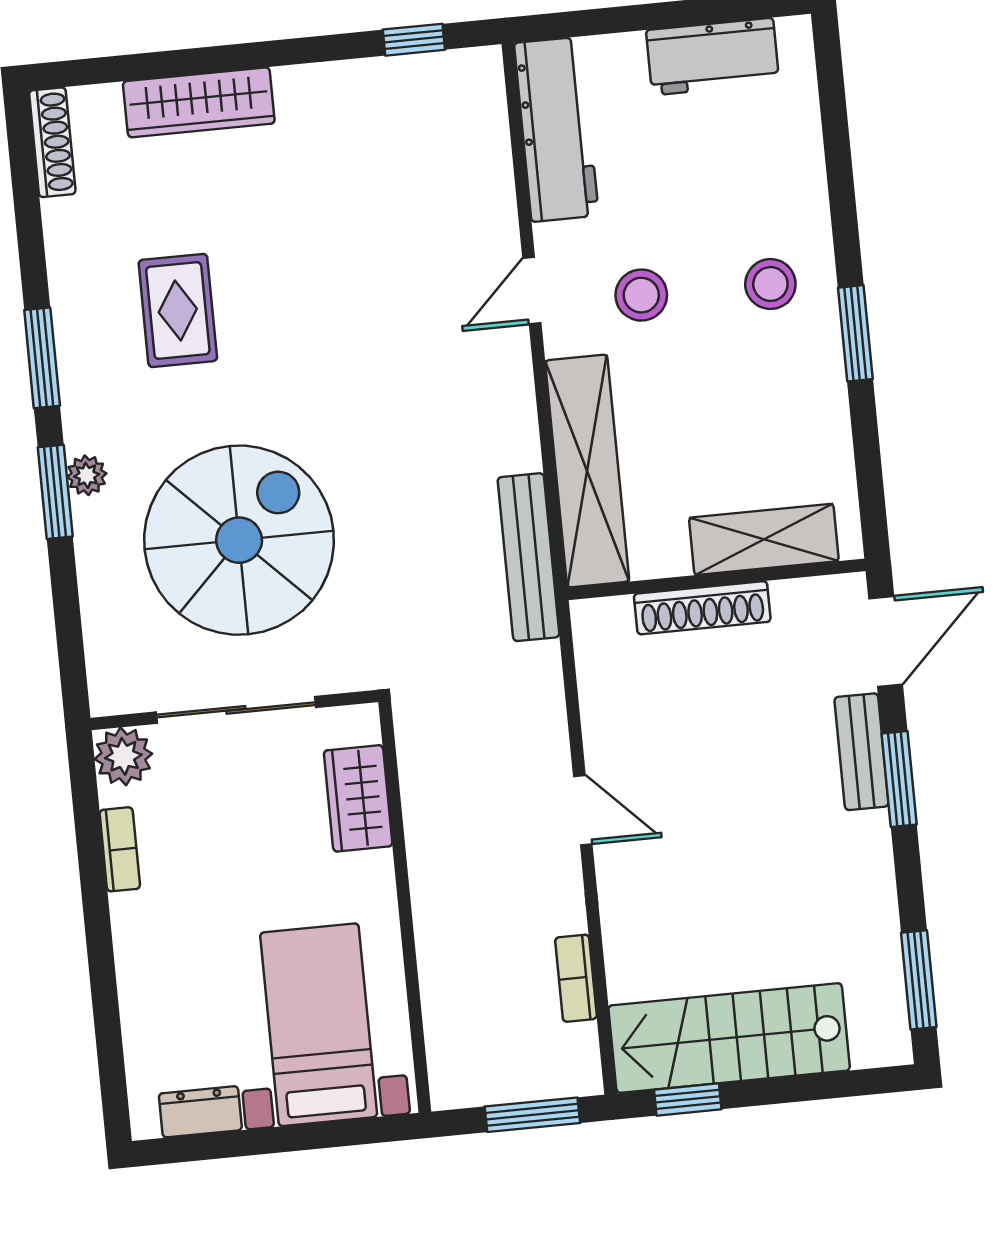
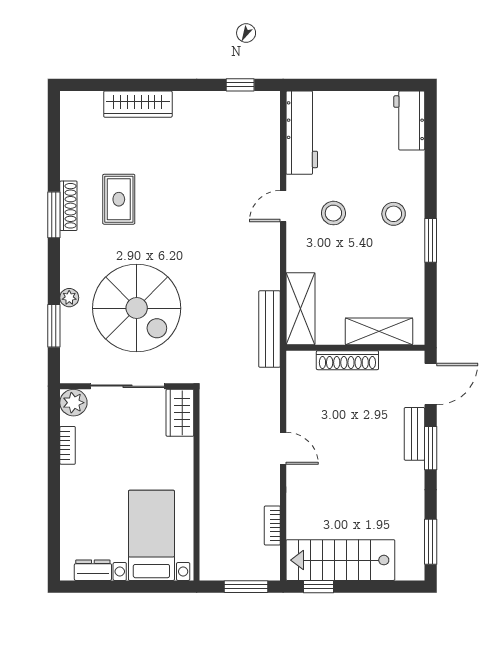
workbench: (713, 57) -> (409, 121), moved, turned 90
shoe rack: (52, 142) -> (68, 206), moved
shelving: (587, 471) -> (300, 309), width x0.68
plant: (87, 475) -> (69, 298), moved
window: (55, 492) -> (54, 326), moved
spiral stairs: (239, 540) -> (137, 308), turned 90
wardrobe: (358, 798) -> (180, 413), moved

